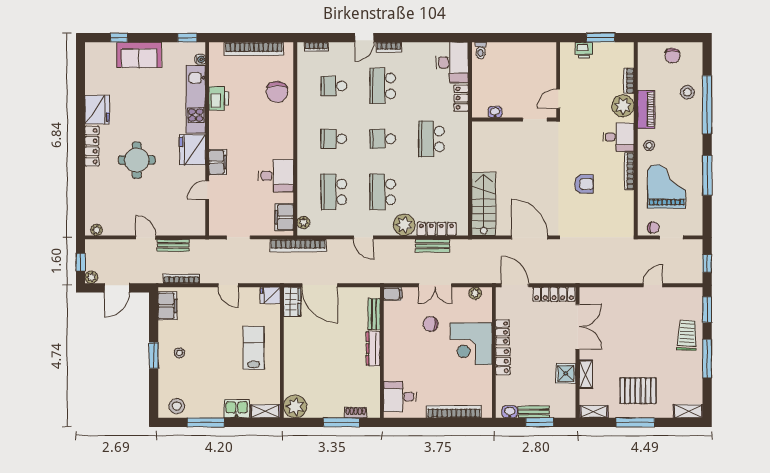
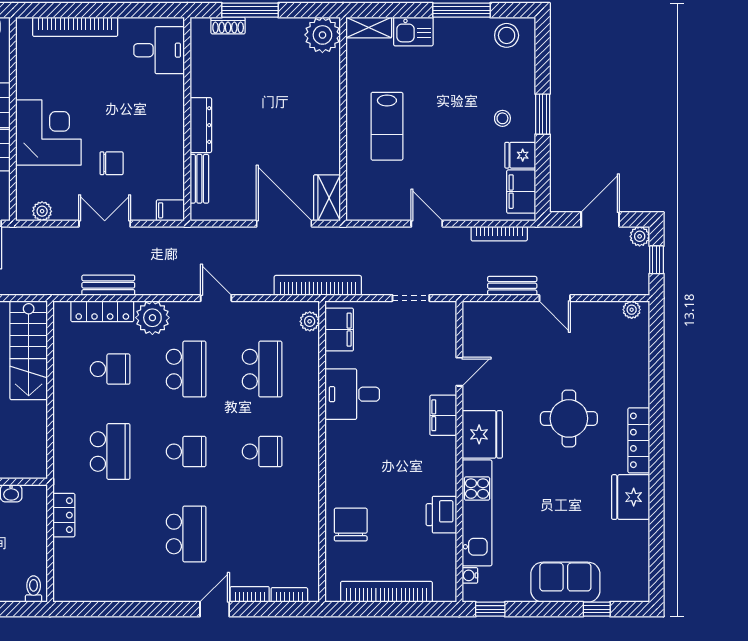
bookcase: (389, 47) -> (250, 594), moved
desk: (452, 63) -> (78, 570), removed
school desk: (334, 86) -> (110, 369), moved
fridge: (270, 295) -> (520, 155), moved, turned 180

